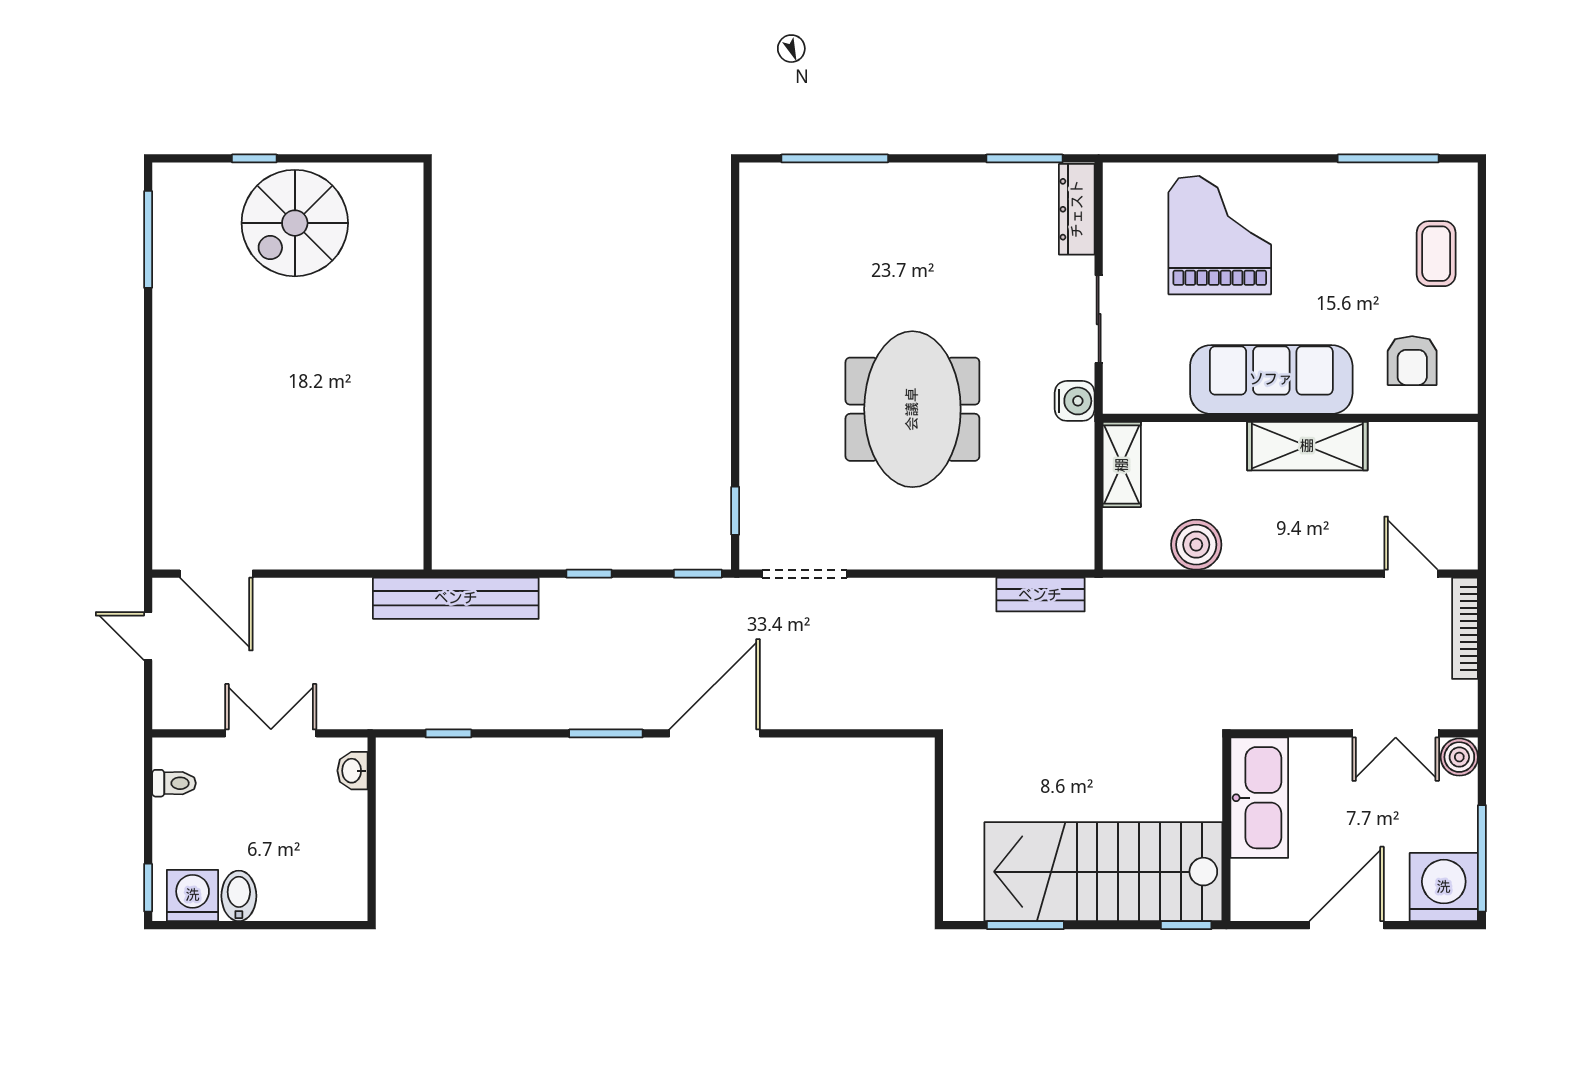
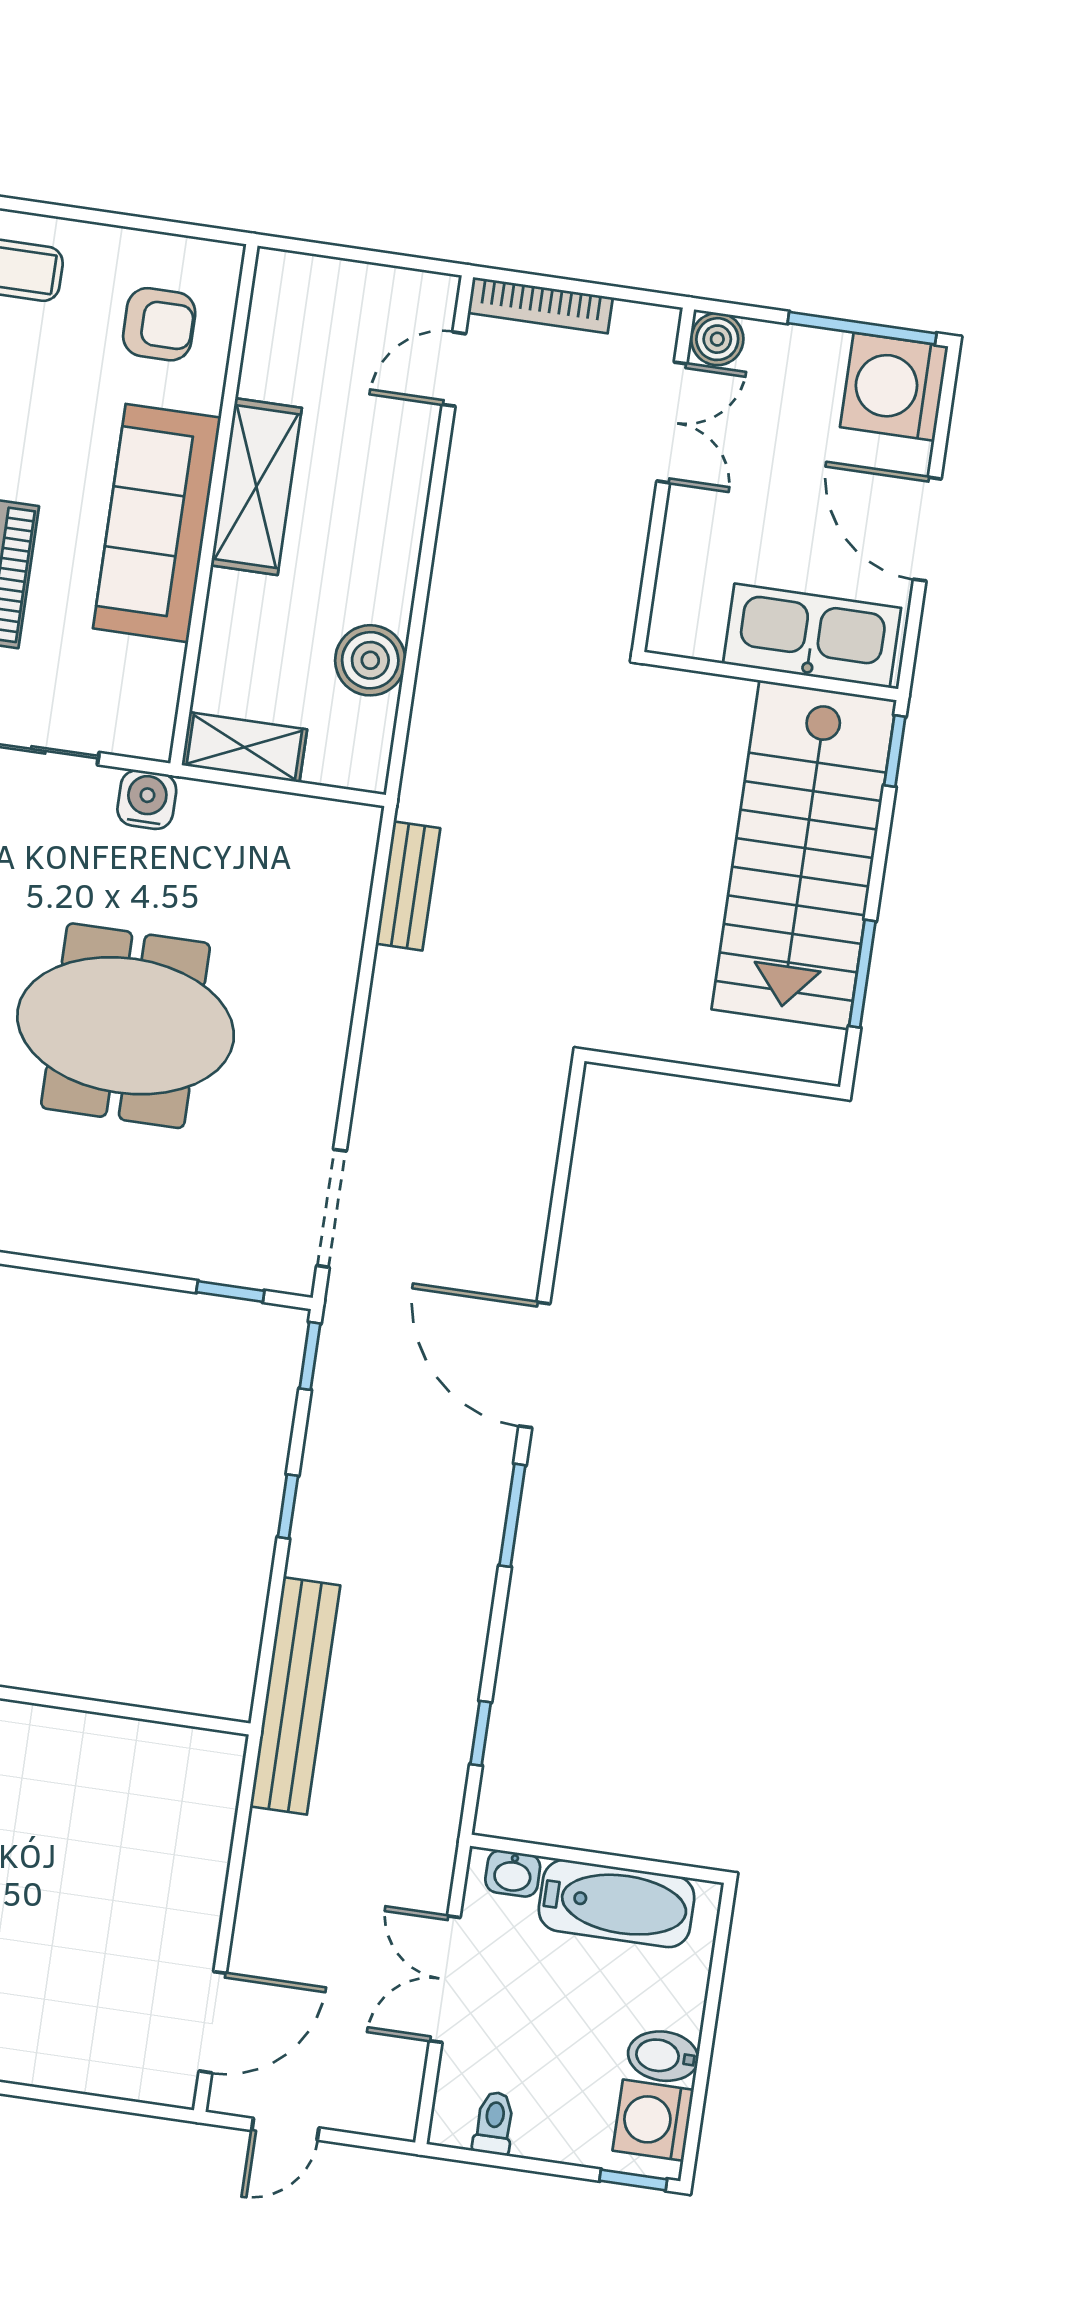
kitchen sink: (1259, 798) -> (812, 636), moved
bathtub: (342, 847) -> (616, 1903), added

